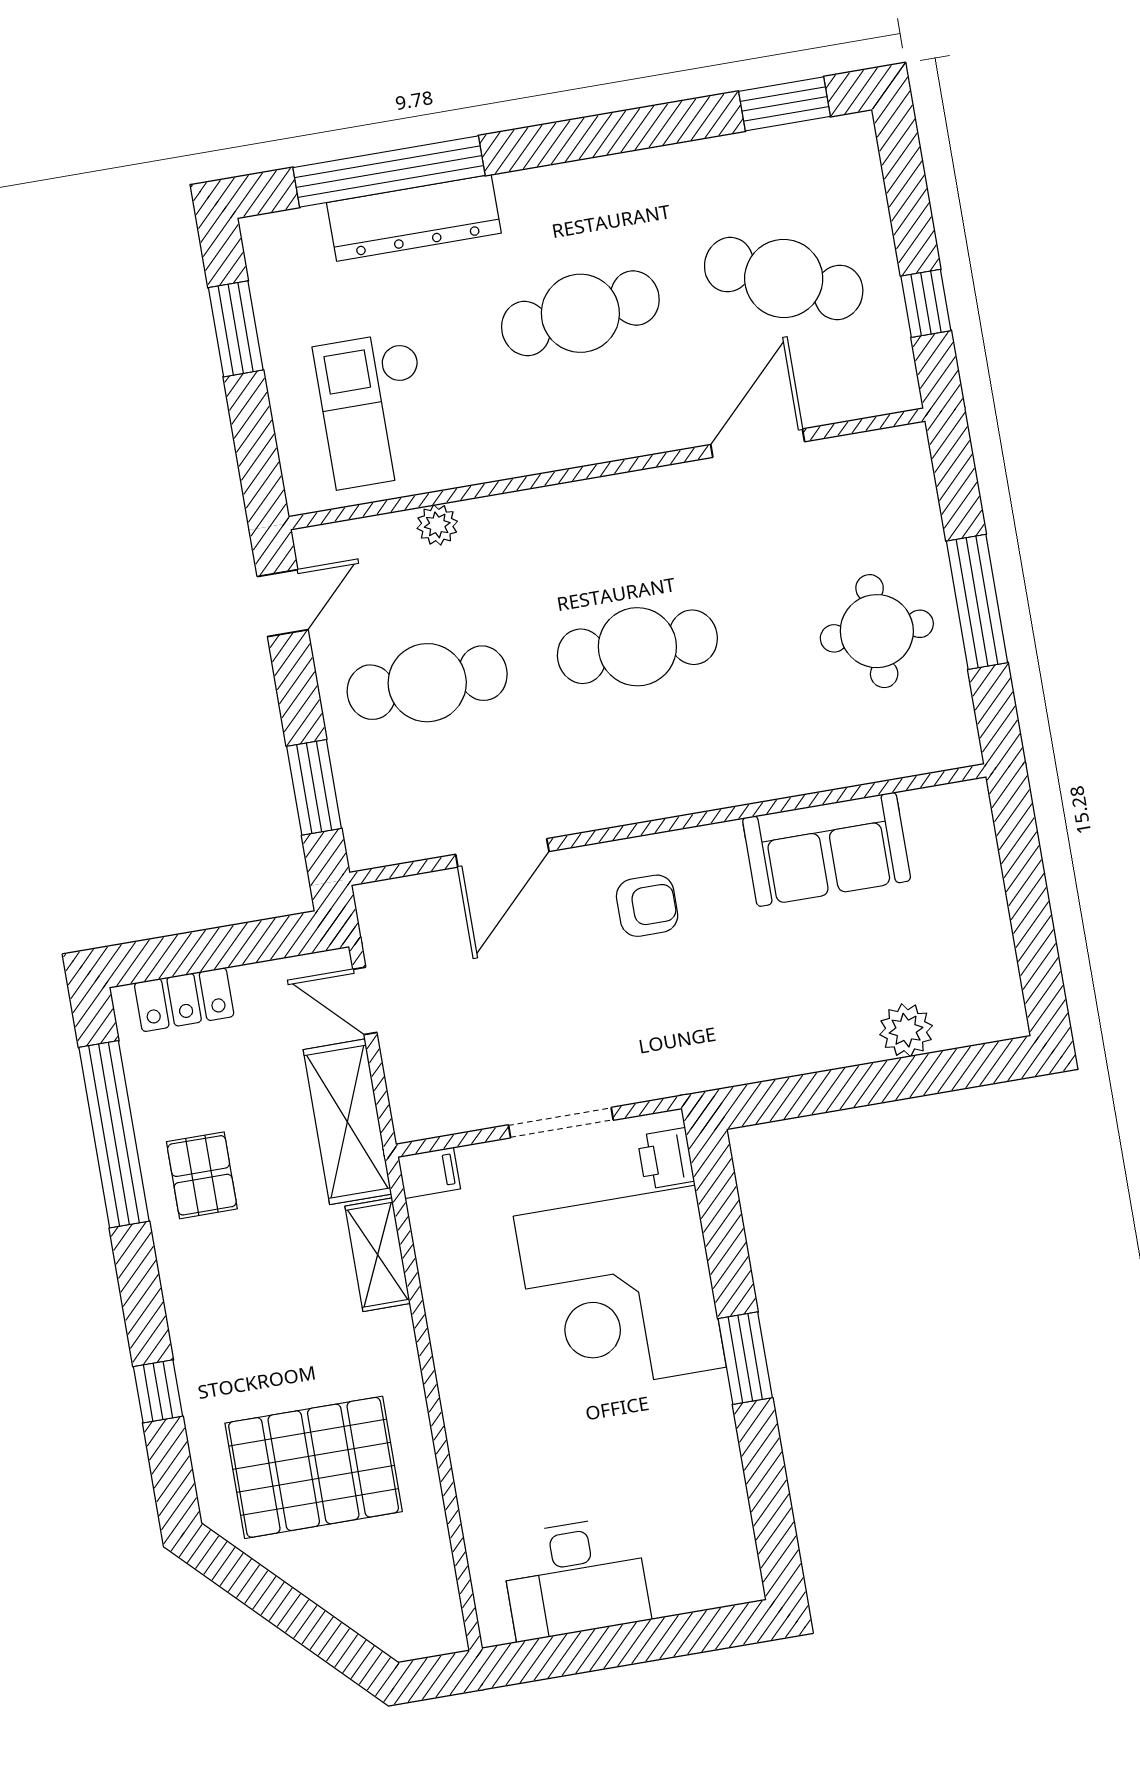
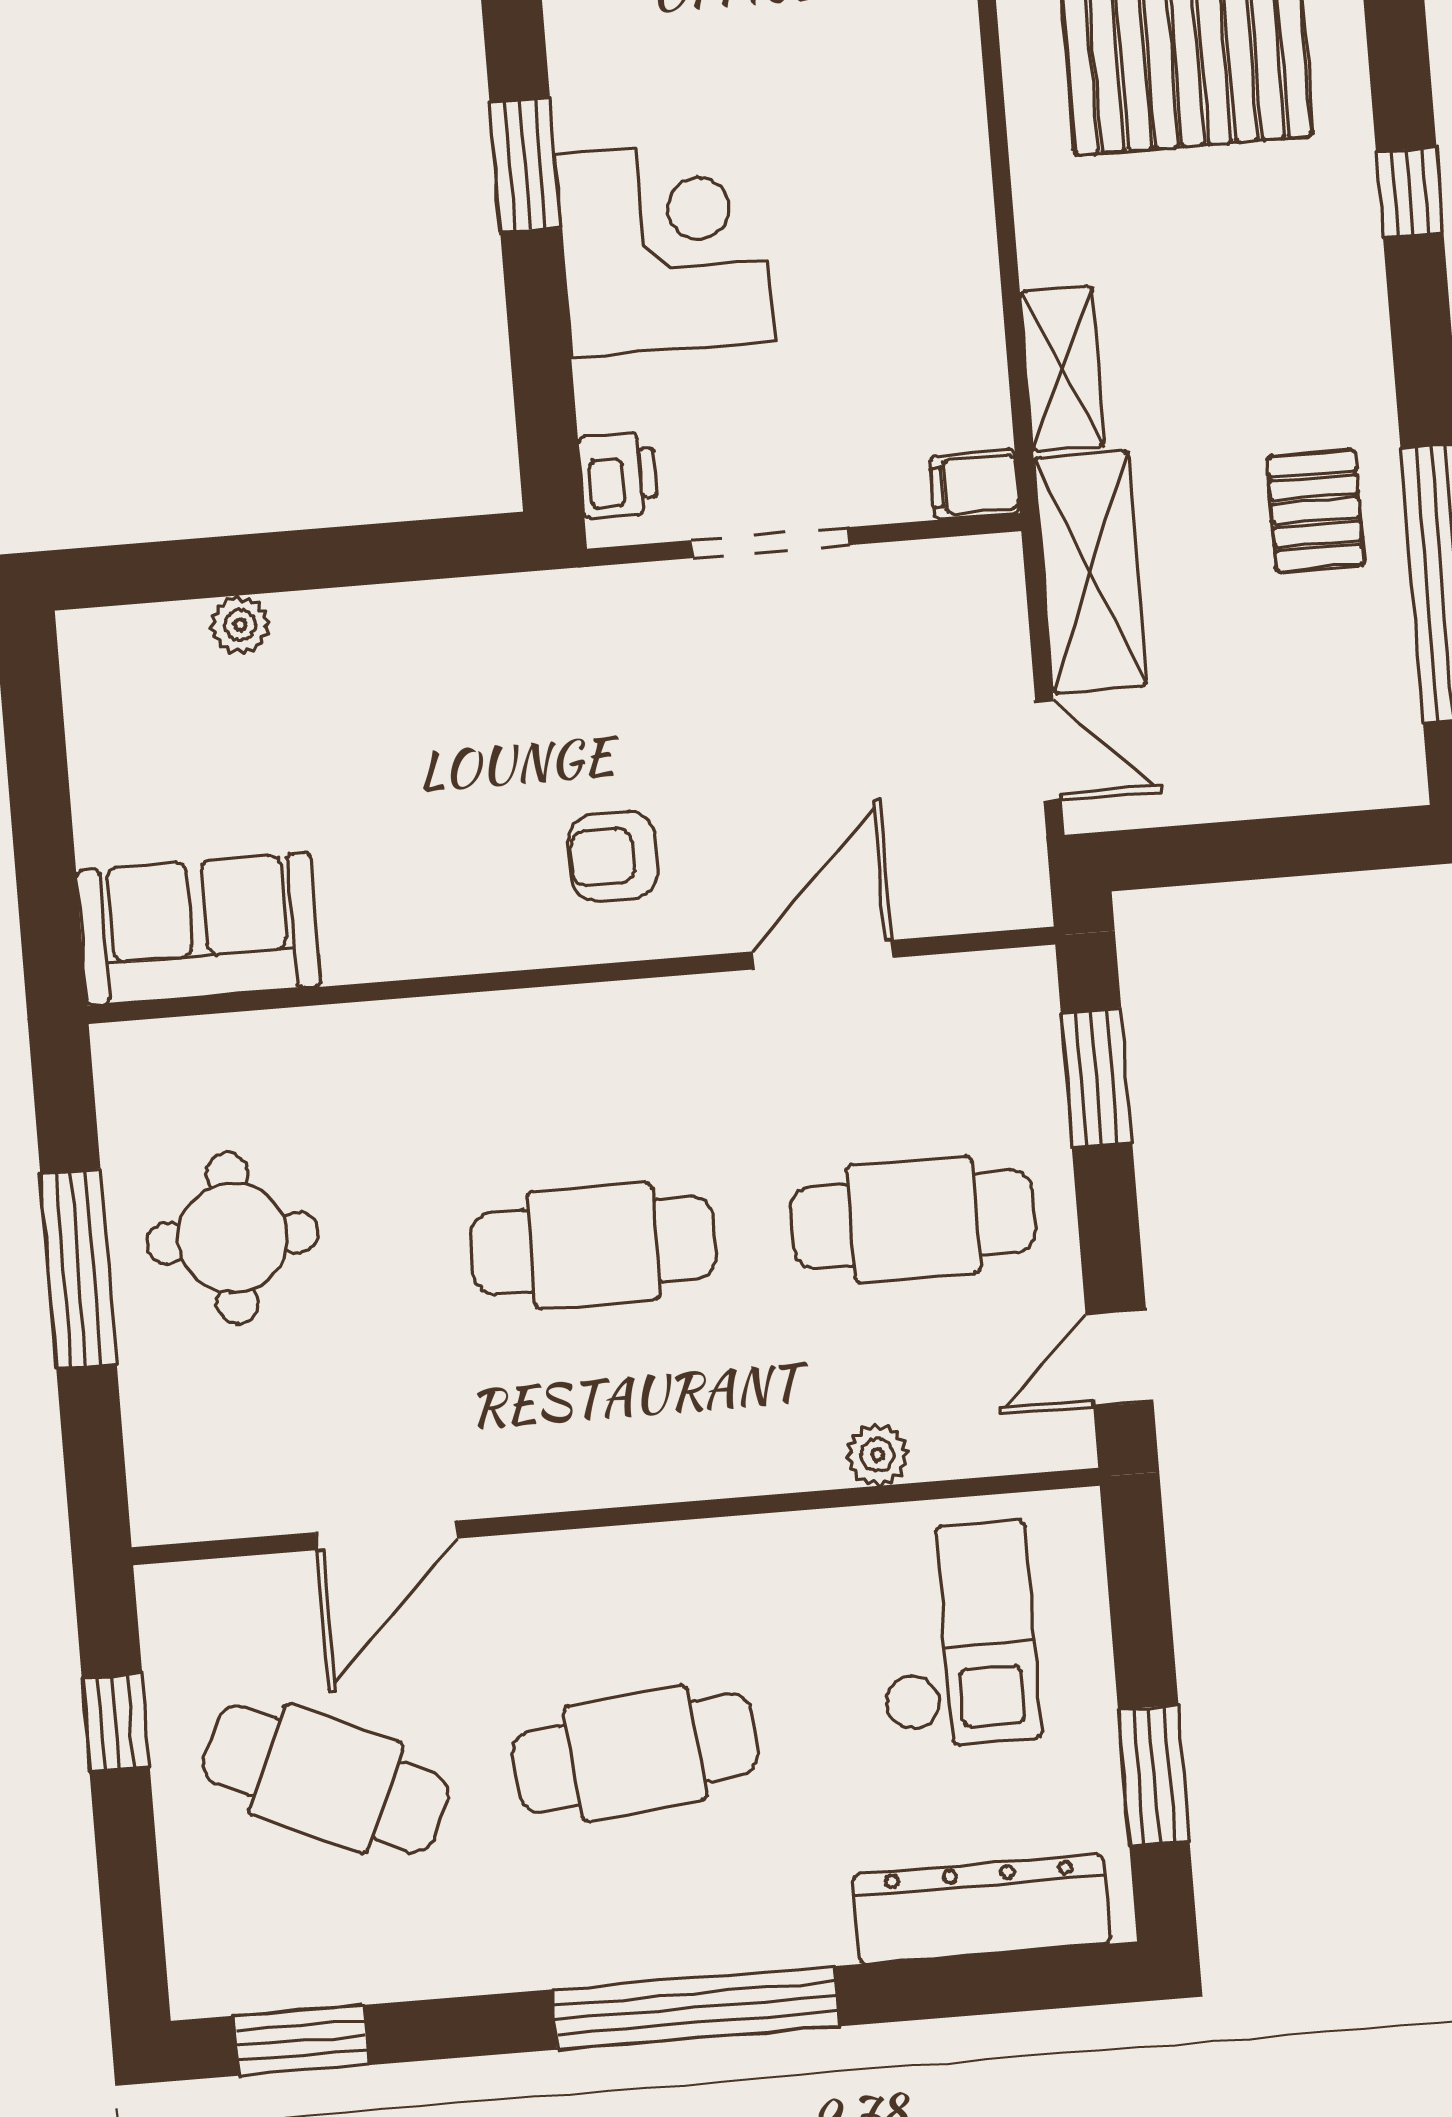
window: (389, 172) -> (696, 2008), moved
dresser: (414, 218) -> (982, 1909), moved
sofa: (827, 849) -> (199, 929), moved
locker: (184, 1000) -> (1319, 776), removed
plant: (906, 1030) -> (240, 625), width x0.73, depth x0.73
corner desk: (620, 1292) -> (665, 248), width x0.74, depth x0.74

